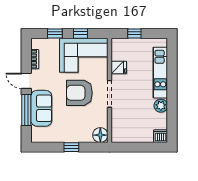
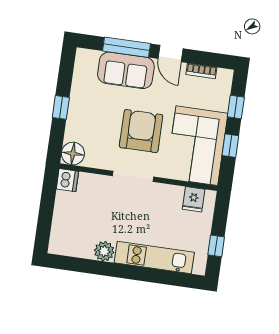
window: (134, 33) -> (216, 246), moved
fridge: (119, 67) -> (194, 199), moved
door: (26, 81) -> (170, 54), swing flipped
dishwasher: (160, 136) -> (67, 180), moved

